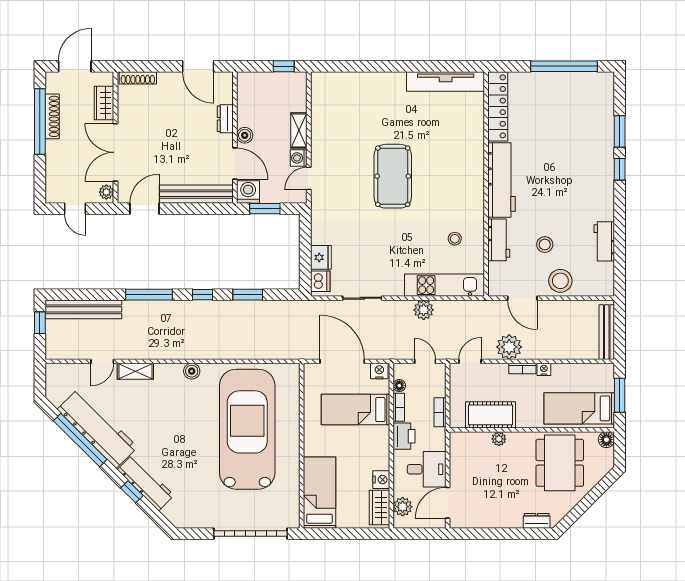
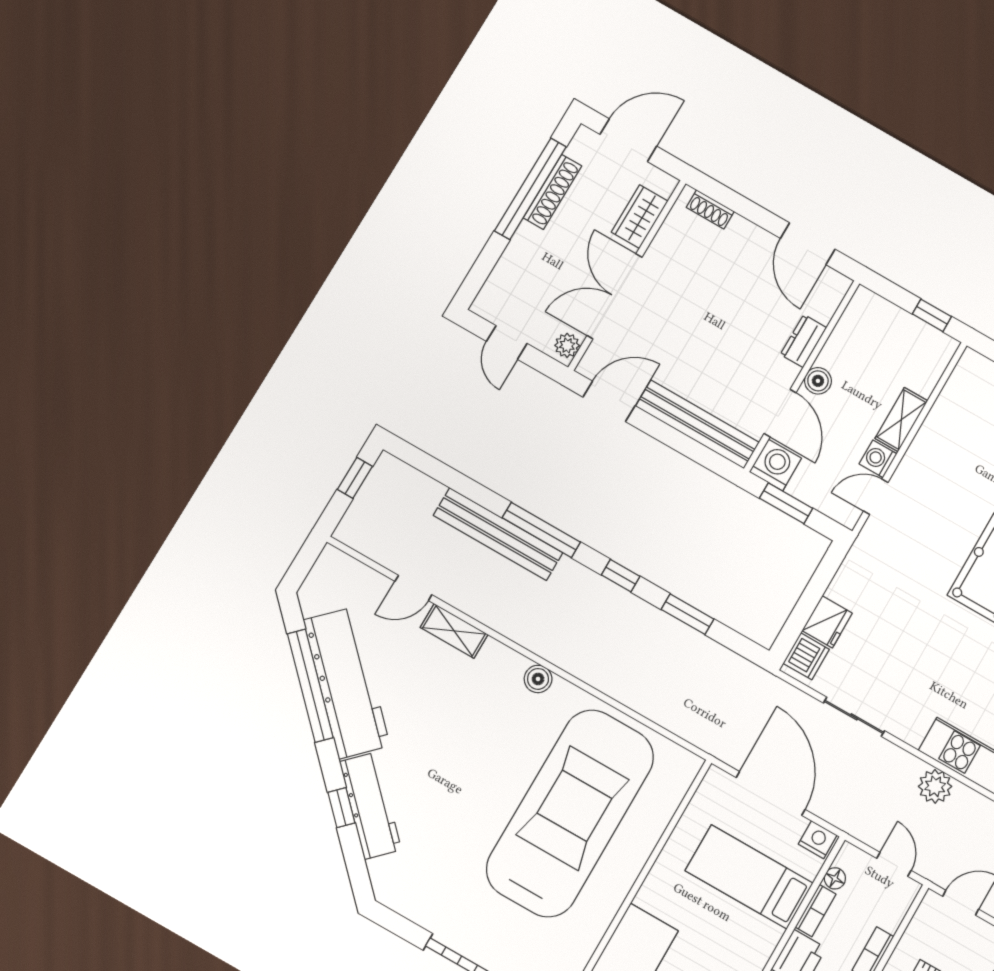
shoe rack: (138, 78) -> (710, 209), width x0.70
bench: (83, 309) -> (498, 534), moved

